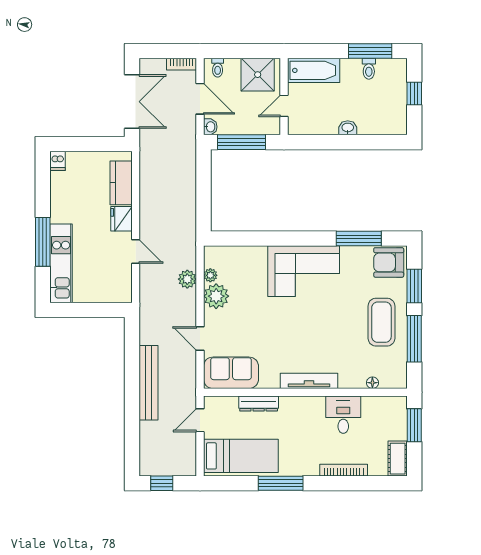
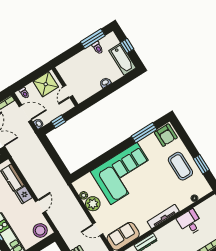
bathtub: (314, 70) -> (122, 59), moved, turned 90
window: (241, 142) -> (58, 122), width x0.46
door: (136, 251) -> (40, 206), hinge flipped
armchair: (389, 262) -> (166, 135), turned -90
corner sofa: (304, 271) -> (124, 173), width x1.36, depth x1.36
plant: (187, 279) -> (74, 204), removed
window: (414, 286) -> (185, 139), removed
stool: (113, 287) -> (40, 230), added
window: (414, 339) -> (201, 164), width x0.69

